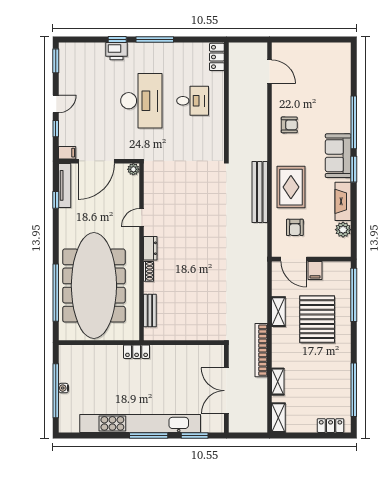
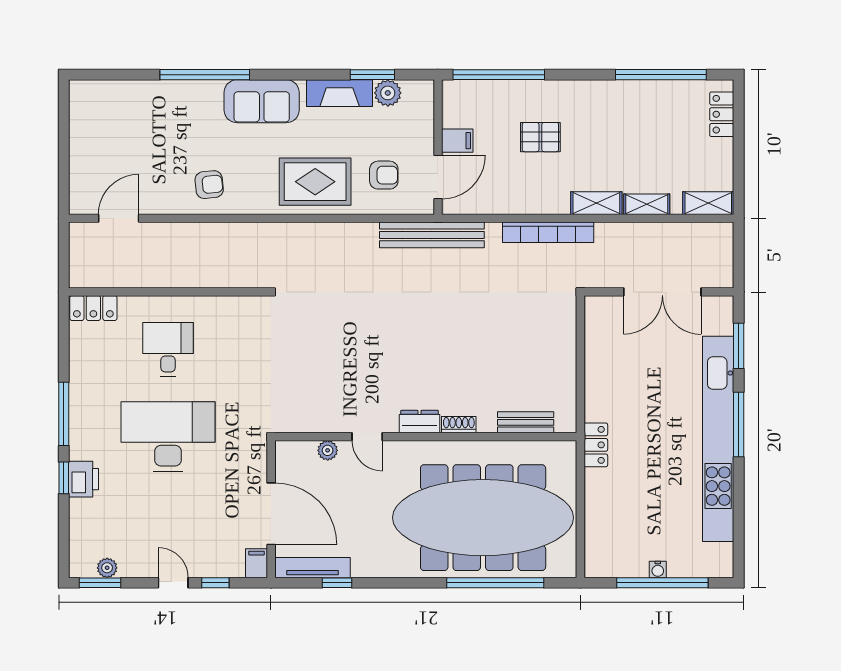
plant: (64, 65) -> (107, 568), added
armchair: (289, 125) -> (209, 185), turned 84
plant: (133, 169) -> (328, 450), moved
window: (354, 169) -> (372, 75), moved
bench: (260, 192) -> (432, 235), moved
shelving: (278, 312) -> (596, 203), moved
pallet: (317, 319) -> (540, 137), width x0.49, depth x0.50
bookcase: (261, 350) -> (548, 232), moved

